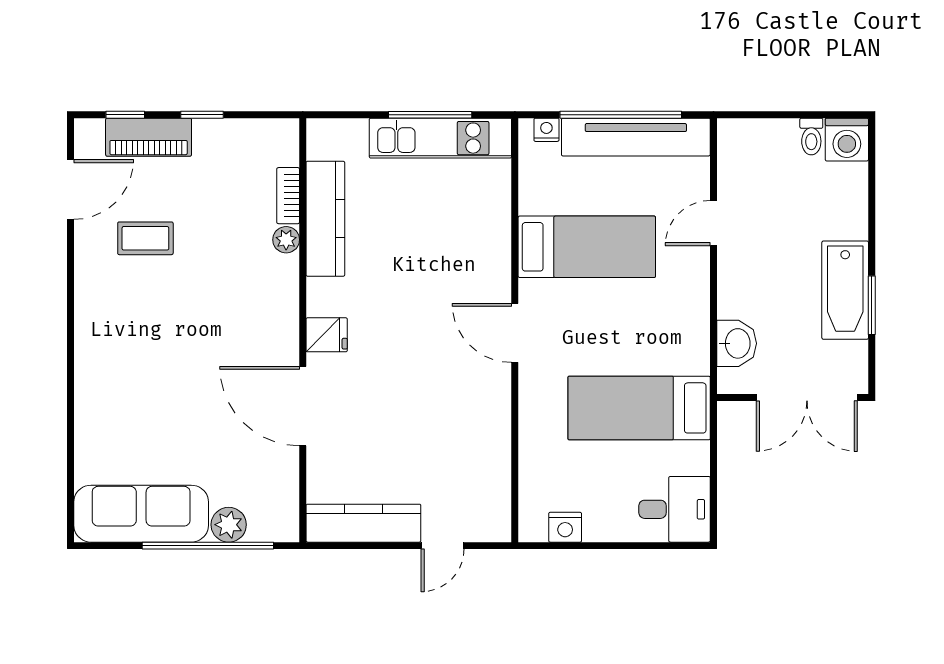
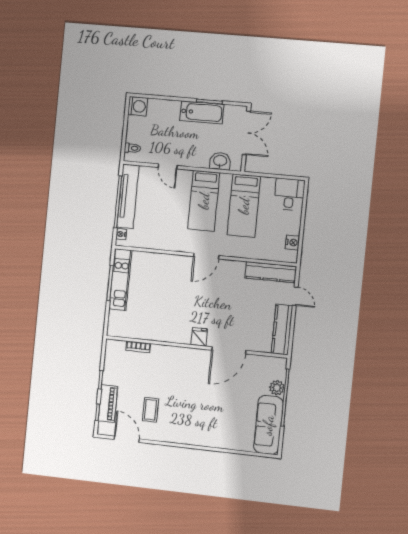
toilet: (811, 137) -> (132, 148), moved
kitchen counter: (325, 219) -> (271, 272), moved, turned 180
plant: (286, 240) -> (157, 350), removed
bed: (587, 247) -> (204, 201), moved, turned 180

